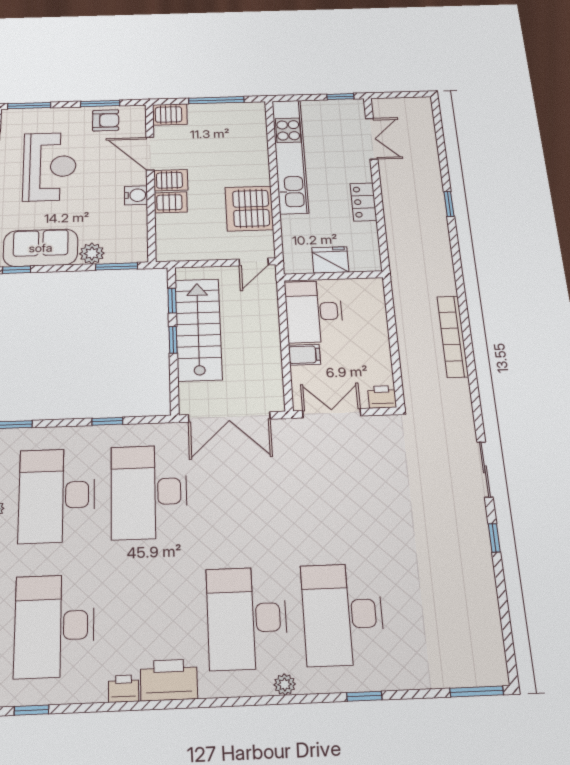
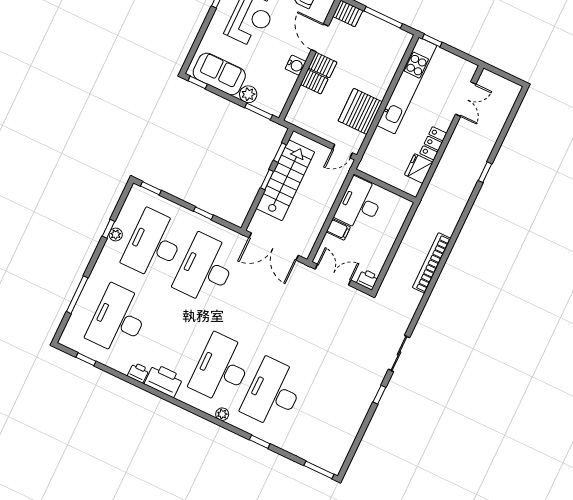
window: (340, 97) -> (432, 41), moved
fridge: (330, 260) -> (419, 169), moved, turned -90

